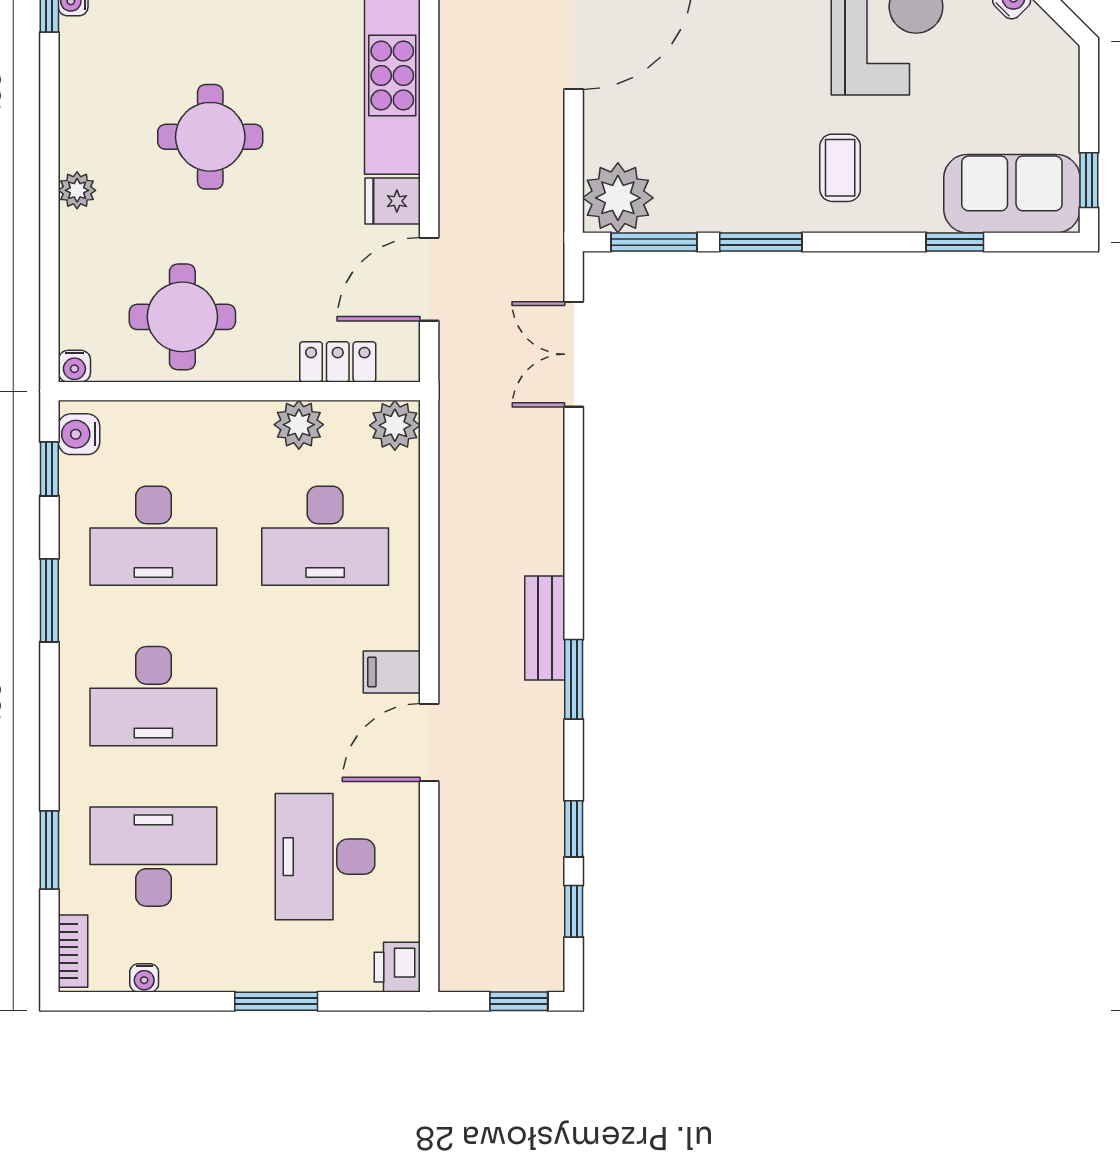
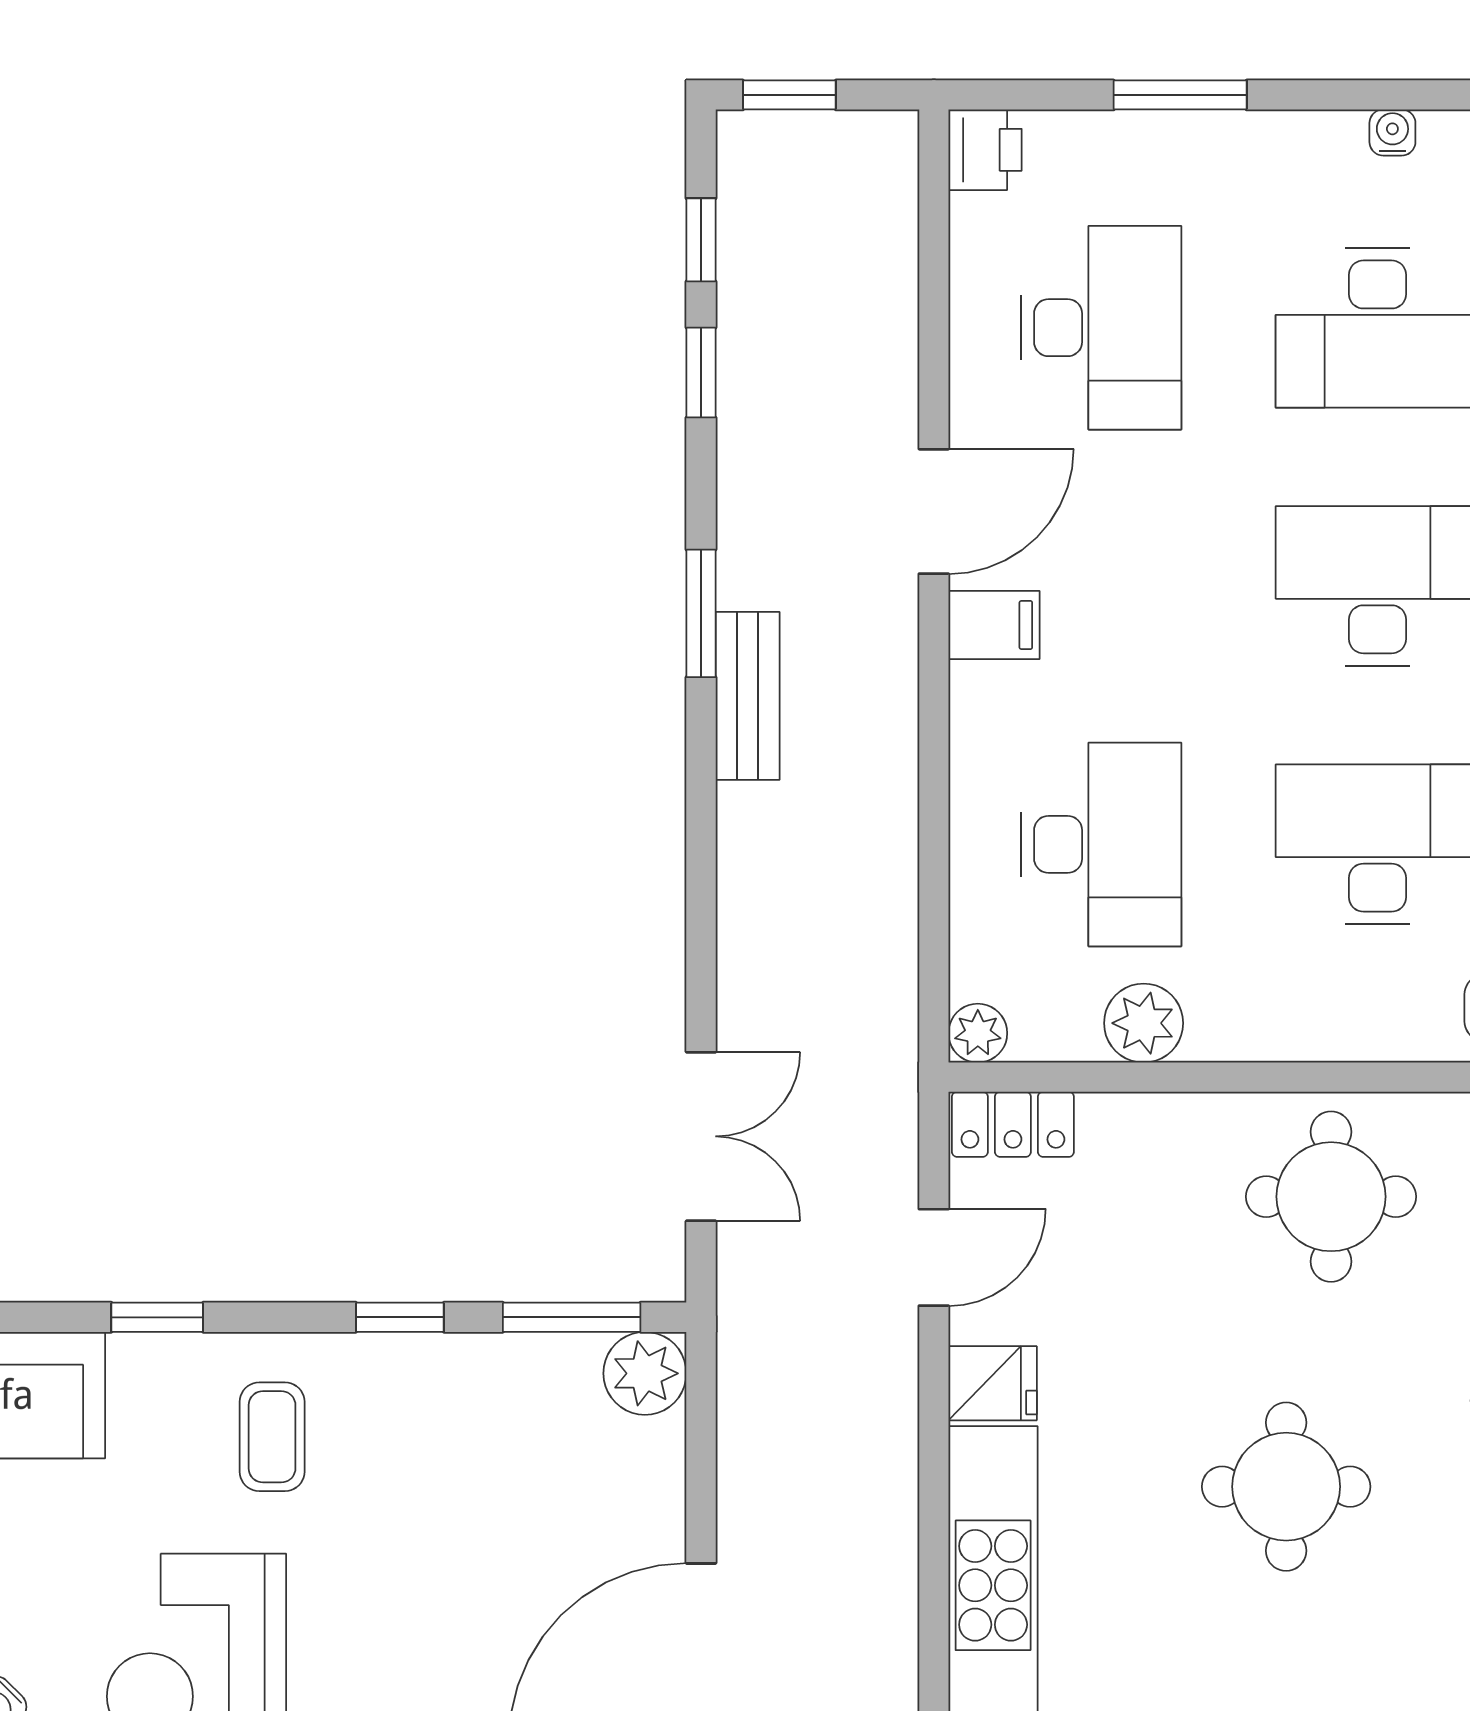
plant: (618, 198) -> (645, 1373), width x0.73, depth x0.73
window: (761, 242) -> (400, 1317), width x0.67
window: (955, 242) -> (157, 1317), moved
door: (429, 279) -> (934, 1257), width x0.73
locker: (338, 362) -> (1013, 1124), moved
plant: (395, 425) -> (978, 1033), width x0.73, depth x0.73
desk: (325, 536) -> (1101, 844), turned 90

